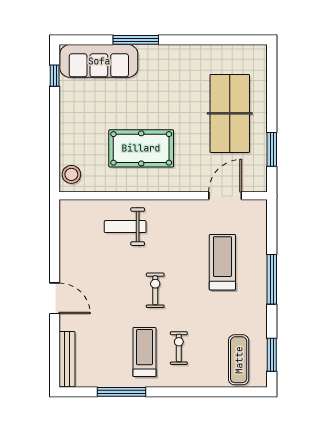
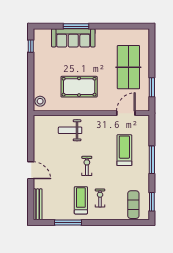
sofa: (99, 61) -> (73, 38), moved

